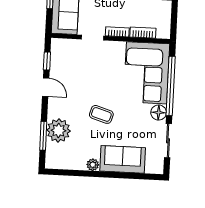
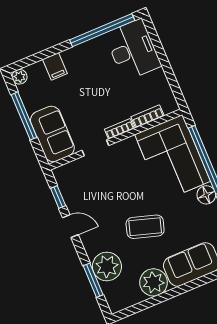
coffee table: (101, 114) -> (145, 227), width x1.36, depth x1.30
plant: (93, 165) -> (154, 282), width x1.88, depth x1.88

